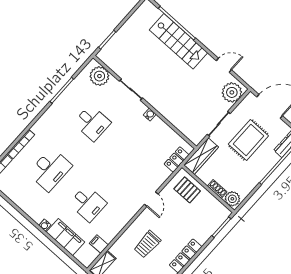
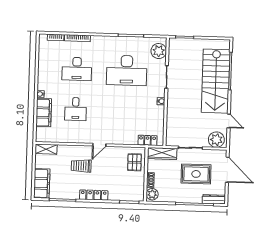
stairs: (179, 41) -> (216, 81), width x1.36, depth x1.51
desk: (92, 123) -> (127, 70), width x1.87, depth x1.30
door: (151, 199) -> (99, 145), moved
filing cabinet: (99, 244) -> (57, 136), removed

